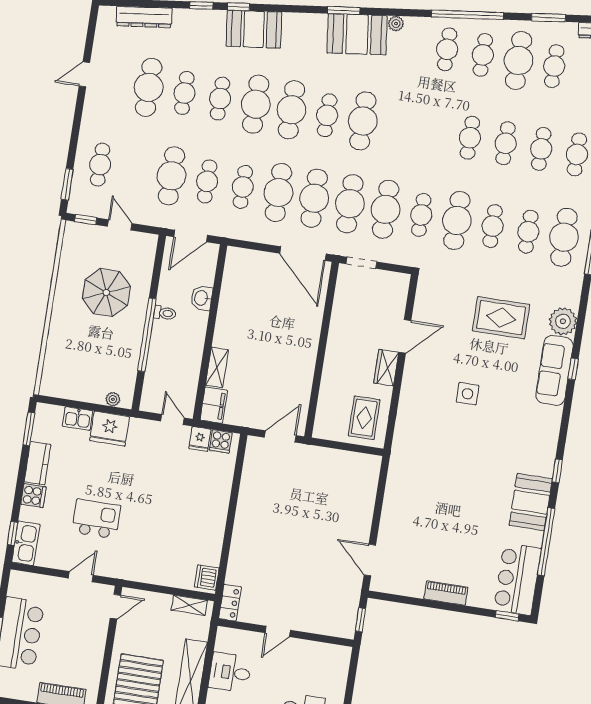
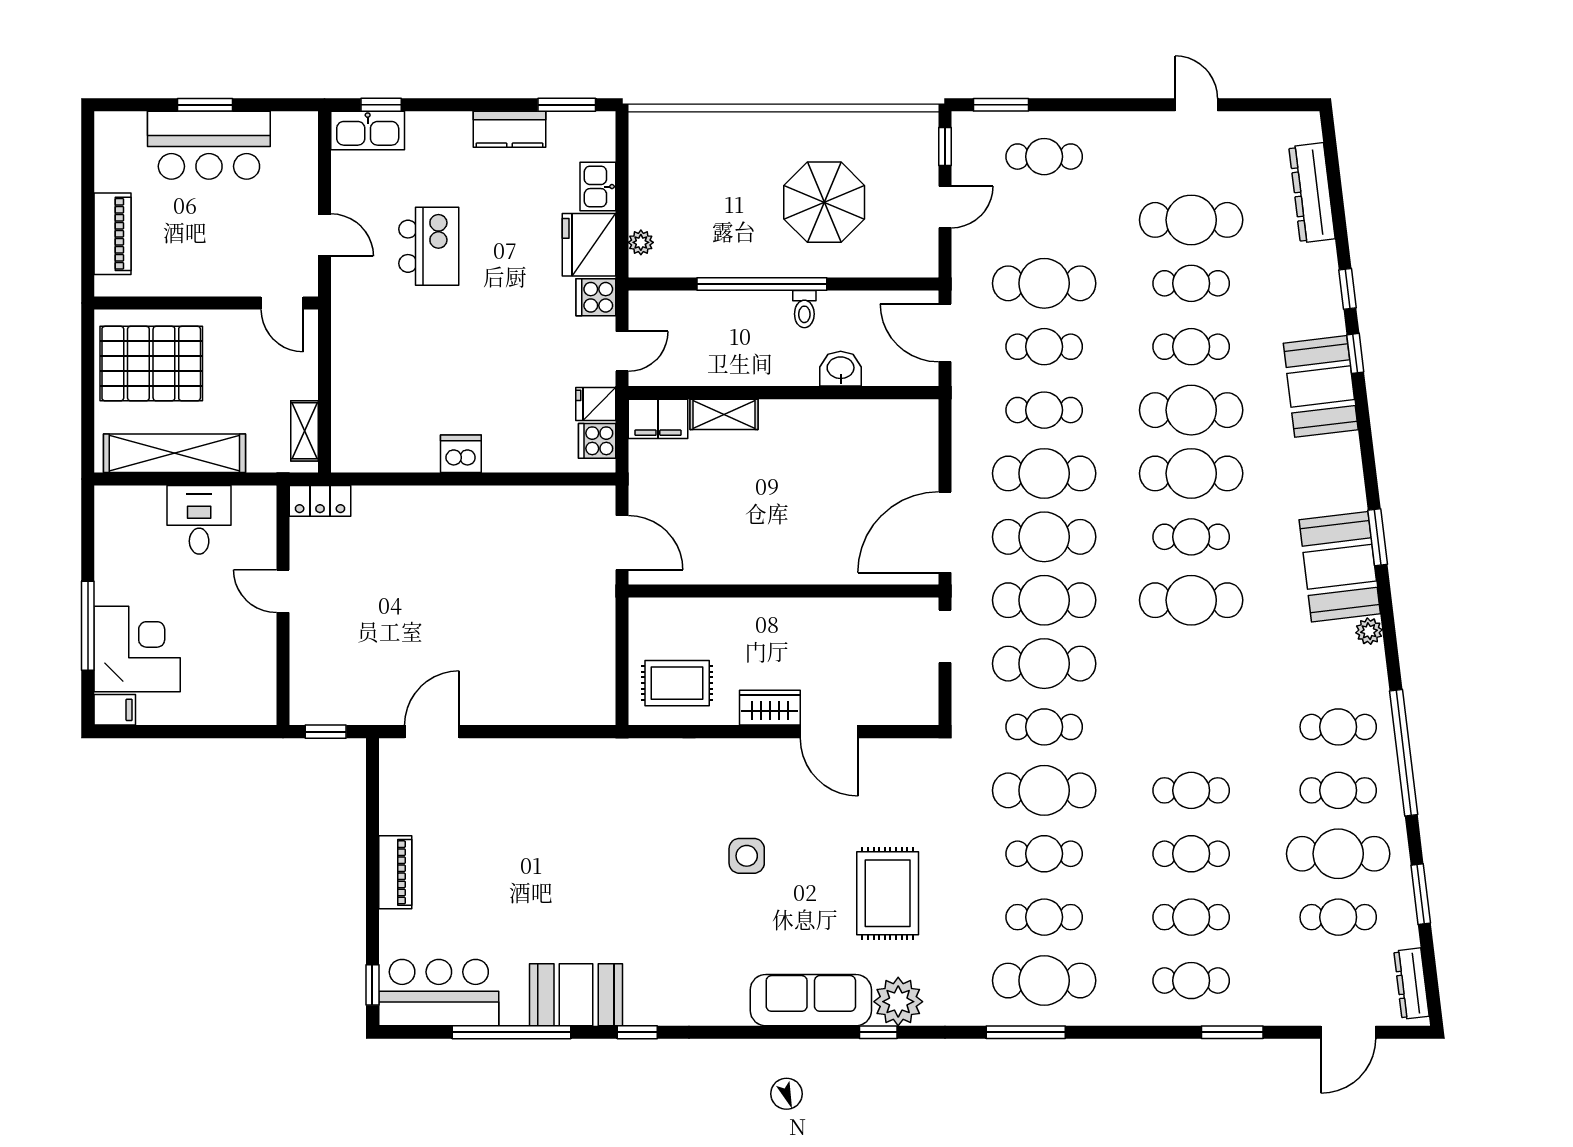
window: (573, 369) -> (878, 1032), moved
cooker: (33, 496) -> (596, 297), moved, turned 90
dishwasher: (207, 577) -> (461, 454), moved

